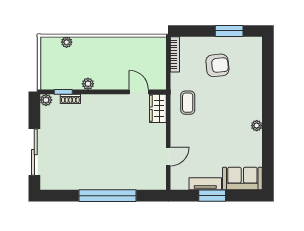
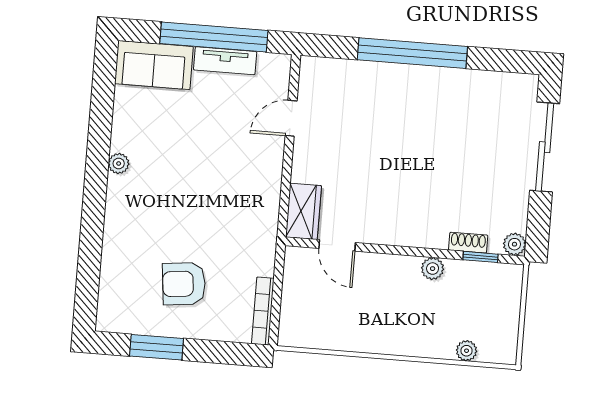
coffee table: (188, 103) -> (246, 218), removed
window: (212, 196) -> (214, 37), width x2.11

